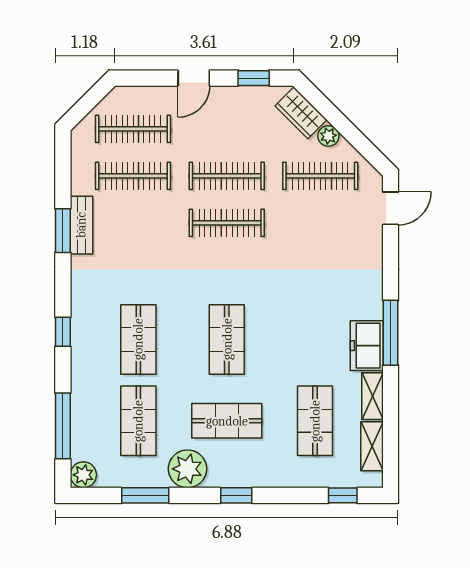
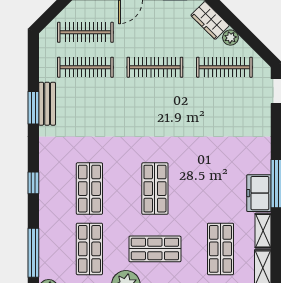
clothes rail: (227, 223) -> (155, 102), removed

